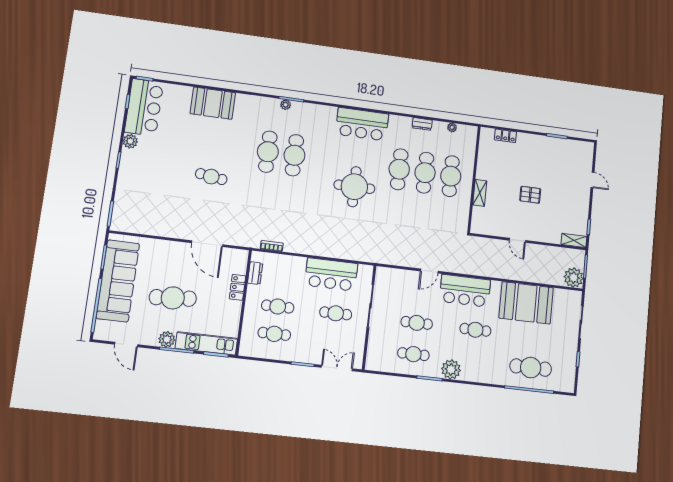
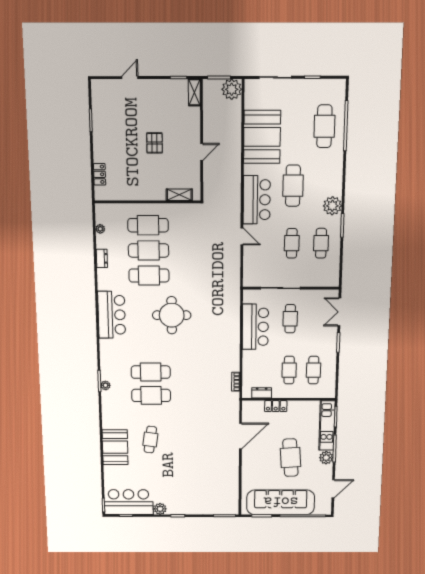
cafe table: (211, 177) -> (150, 440), moved
shelving: (480, 193) -> (179, 195), moved
cafe table: (475, 330) -> (293, 186), width x1.37, depth x1.35

